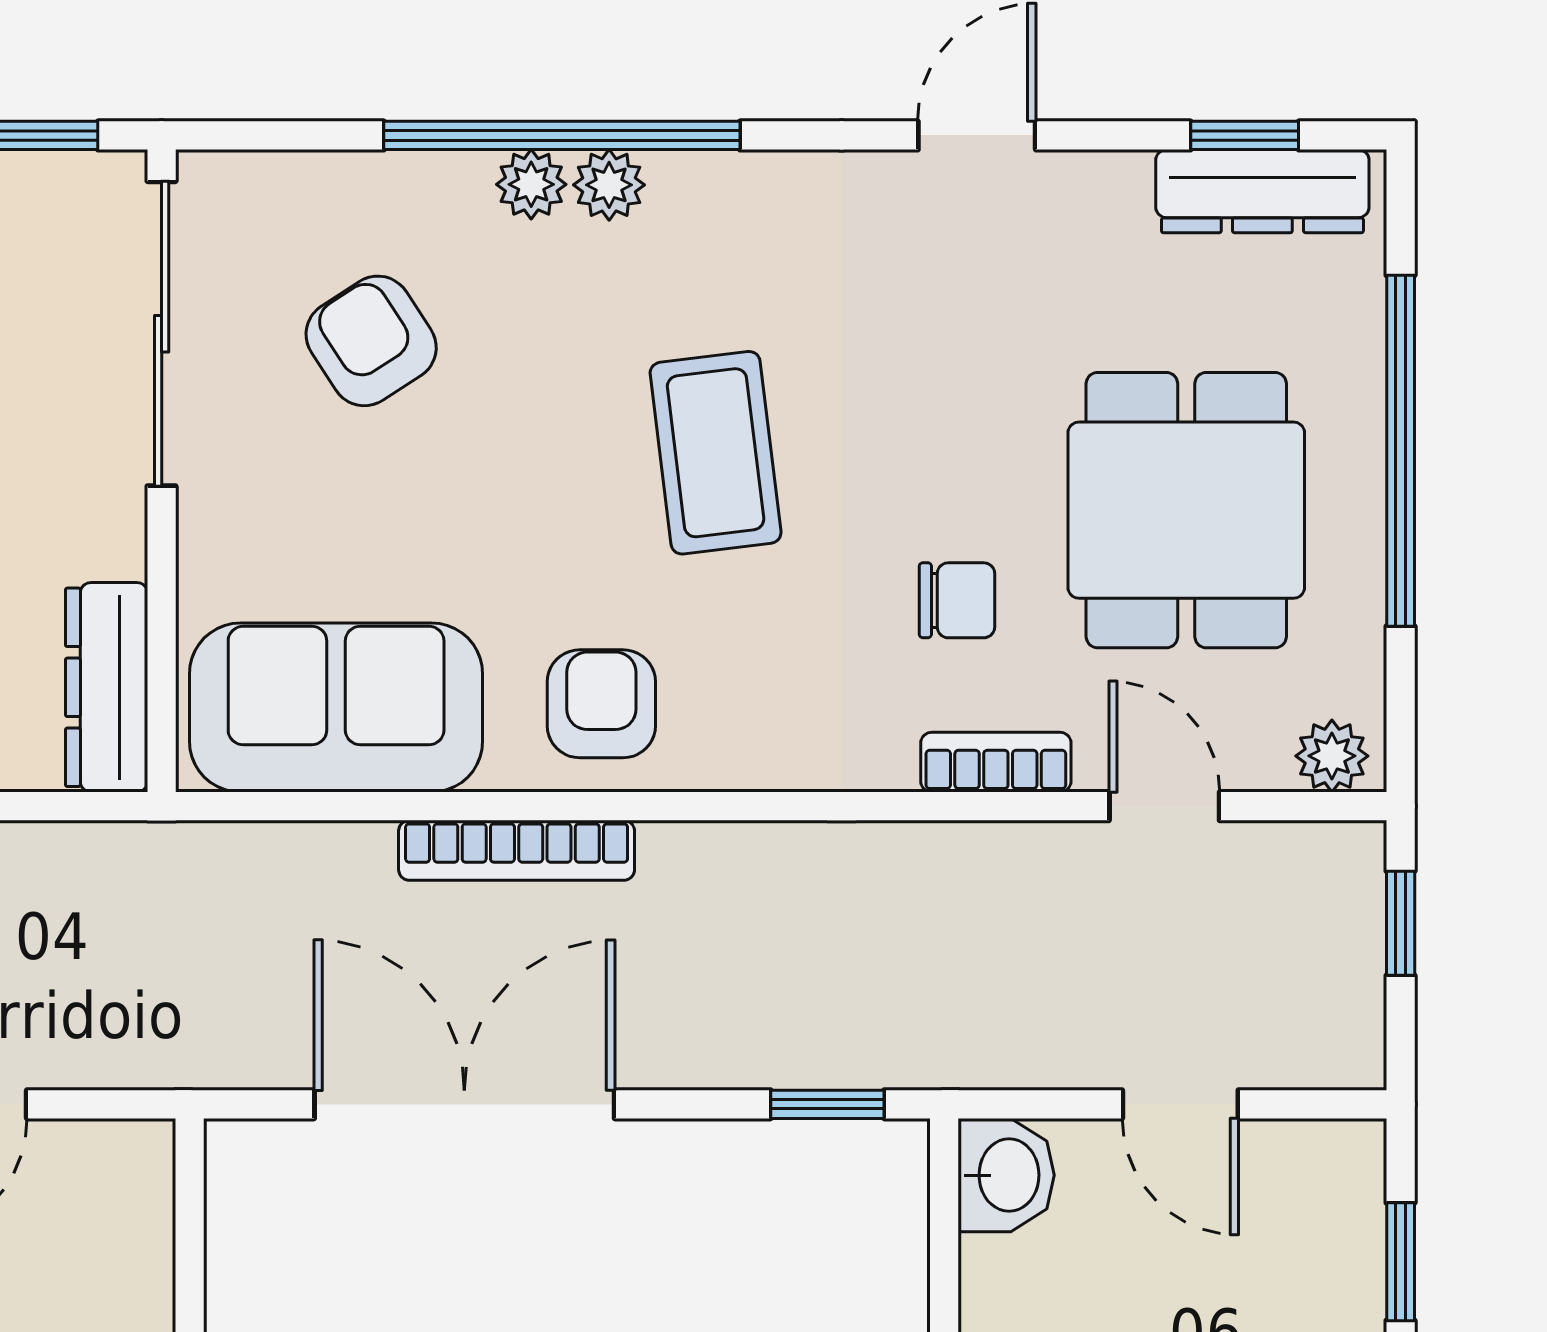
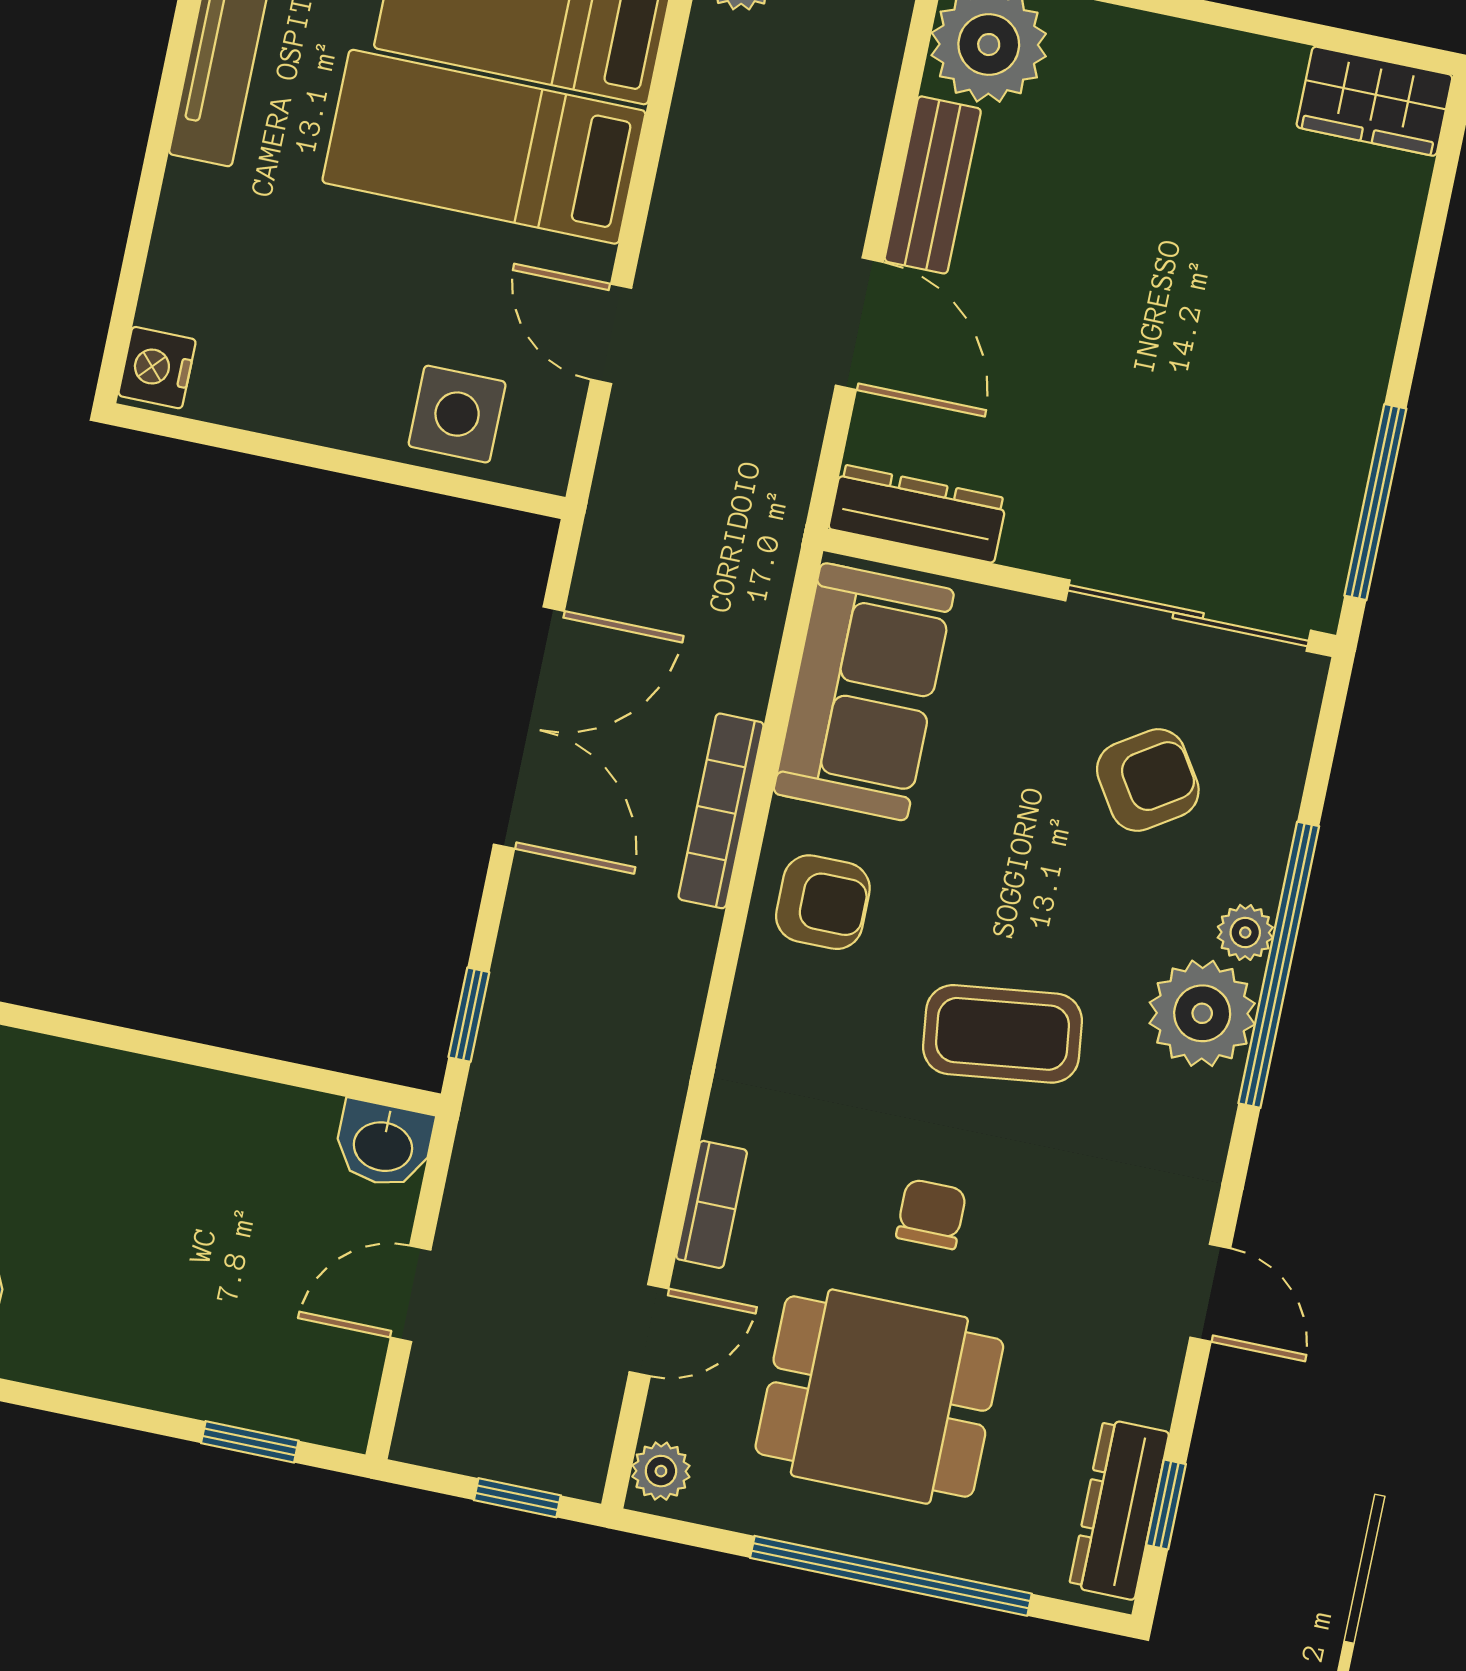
plant: (609, 185) -> (1202, 1013), width x1.88, depth x1.88
chair: (957, 600) -> (931, 1214), moved, turned 180
side table: (102, 1271) -> (457, 414), added

